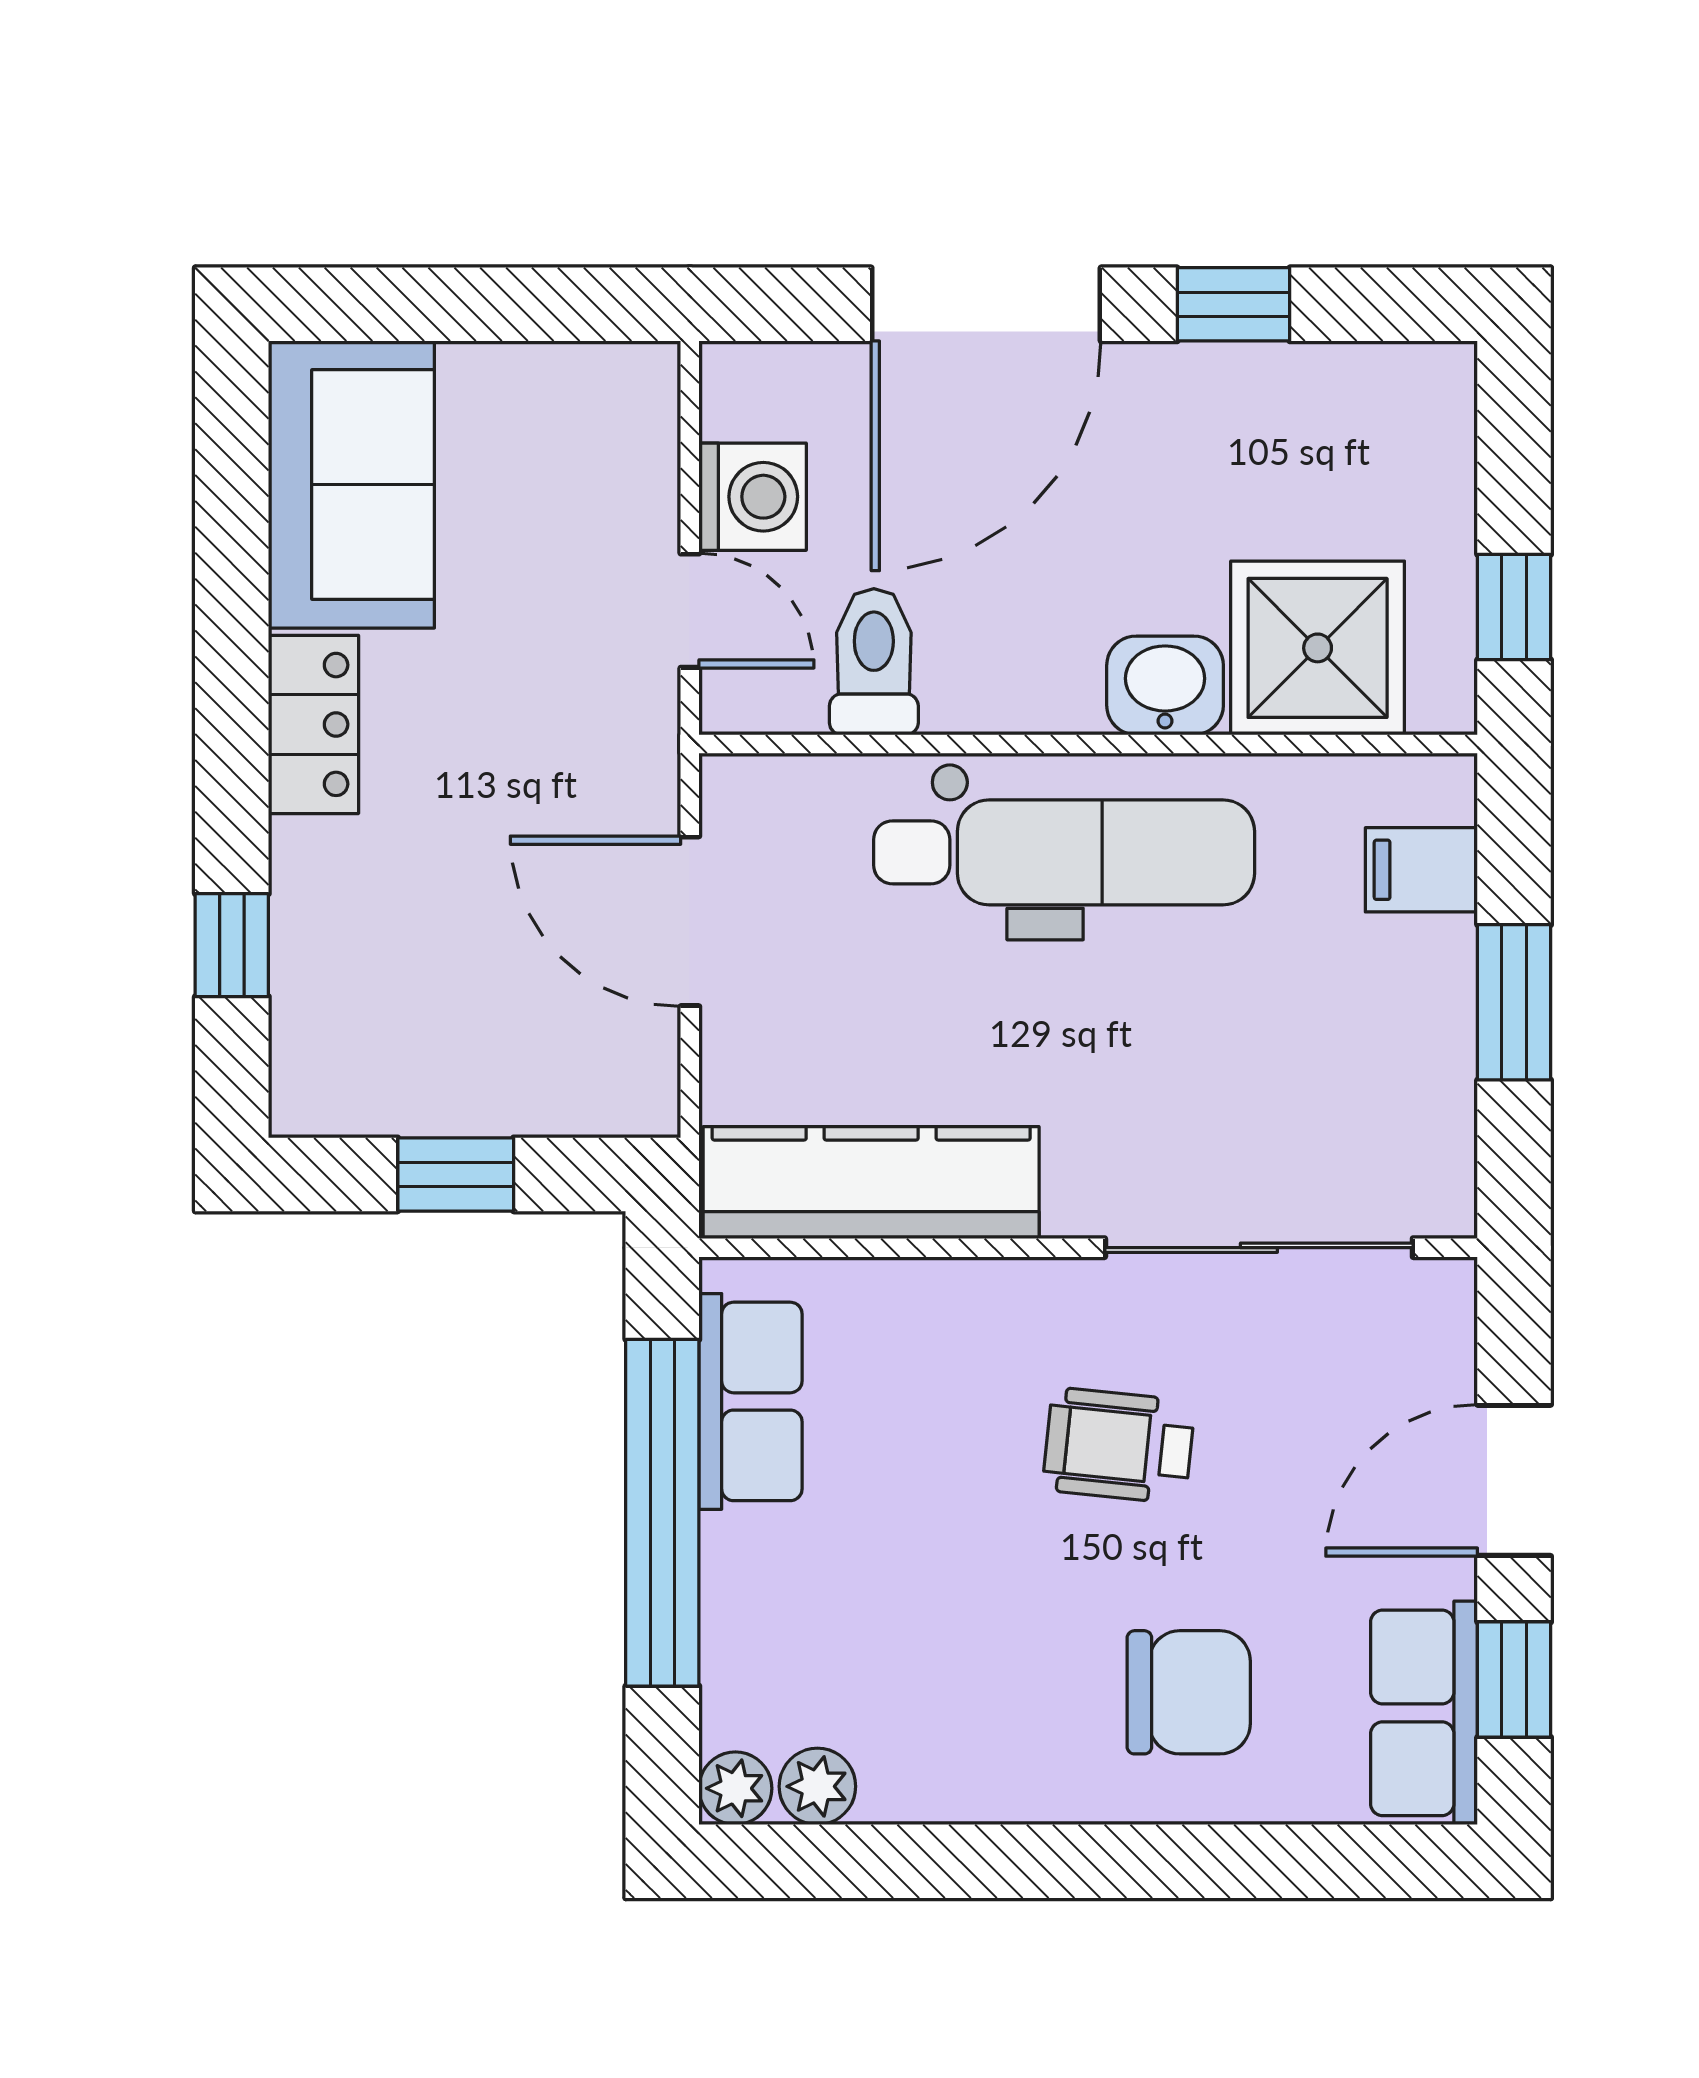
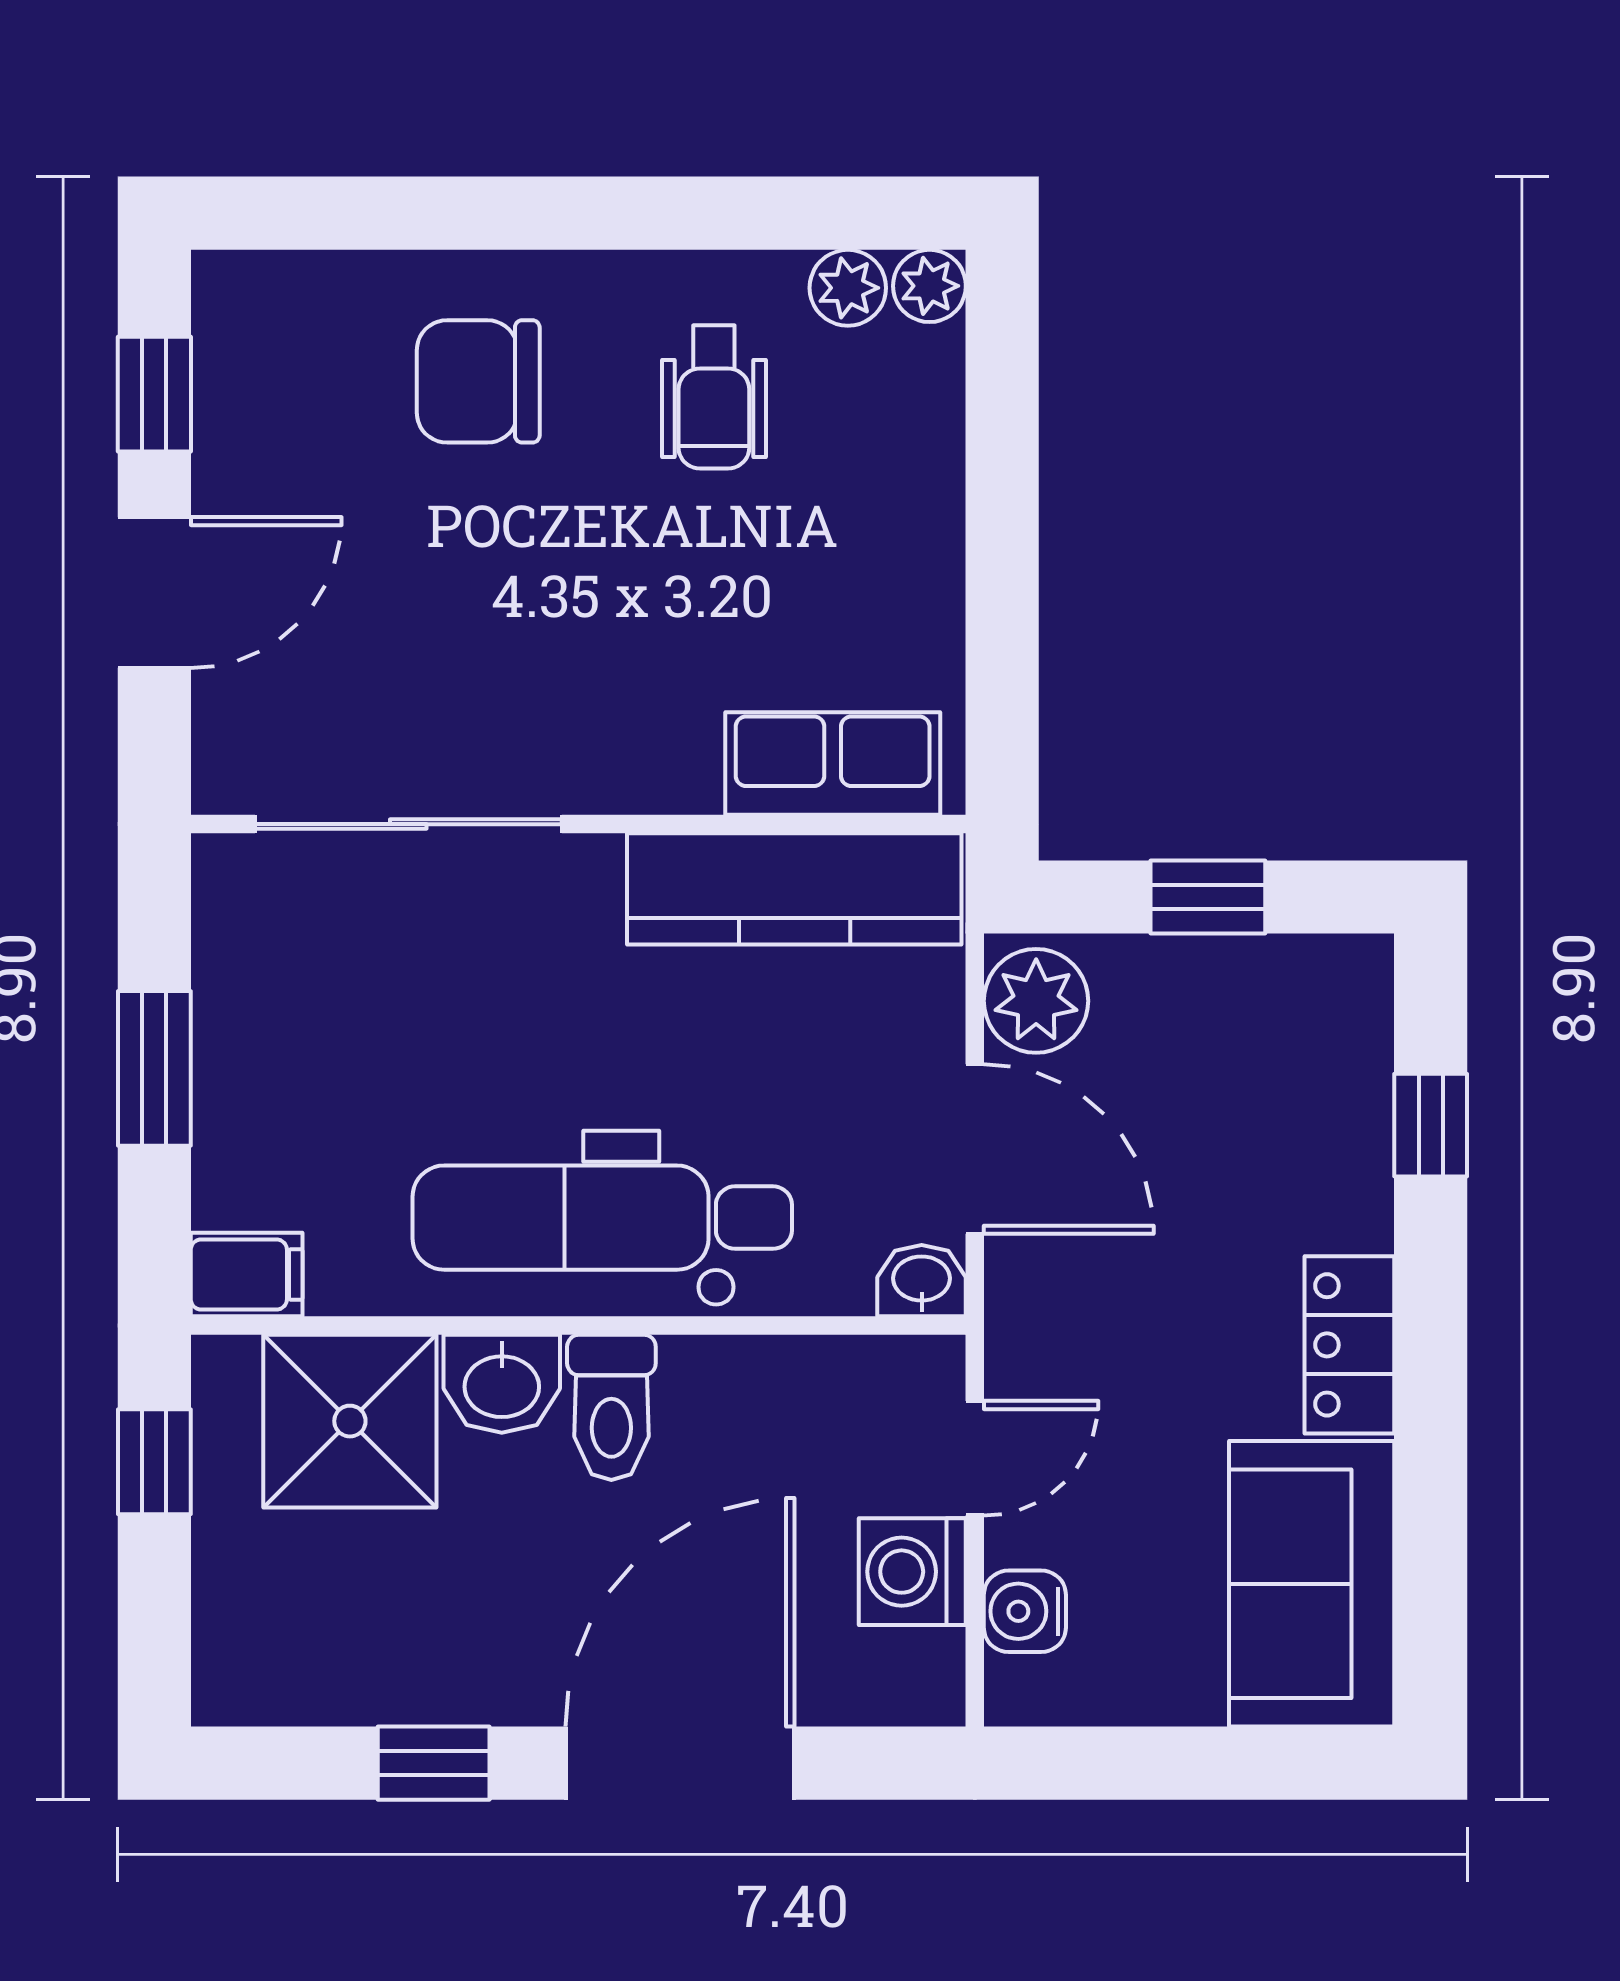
water cooler: (640, 457) -> (1025, 1611), added
door: (690, 611) -> (975, 1458), swing flipped
toilet: (874, 662) -> (611, 1407), moved
washbasin: (743, 789) -> (922, 1281), added
filing cabinet: (1421, 870) -> (247, 1274), moved
plant: (628, 1070) -> (1036, 1001), added
row of seats: (751, 1401) -> (833, 764), moved, turned 90
wheelchair: (1119, 1446) -> (714, 397), moved, turned 84
window: (662, 1513) -> (1002, 560), removed
row of seats: (1424, 1713) -> (244, 361), removed

